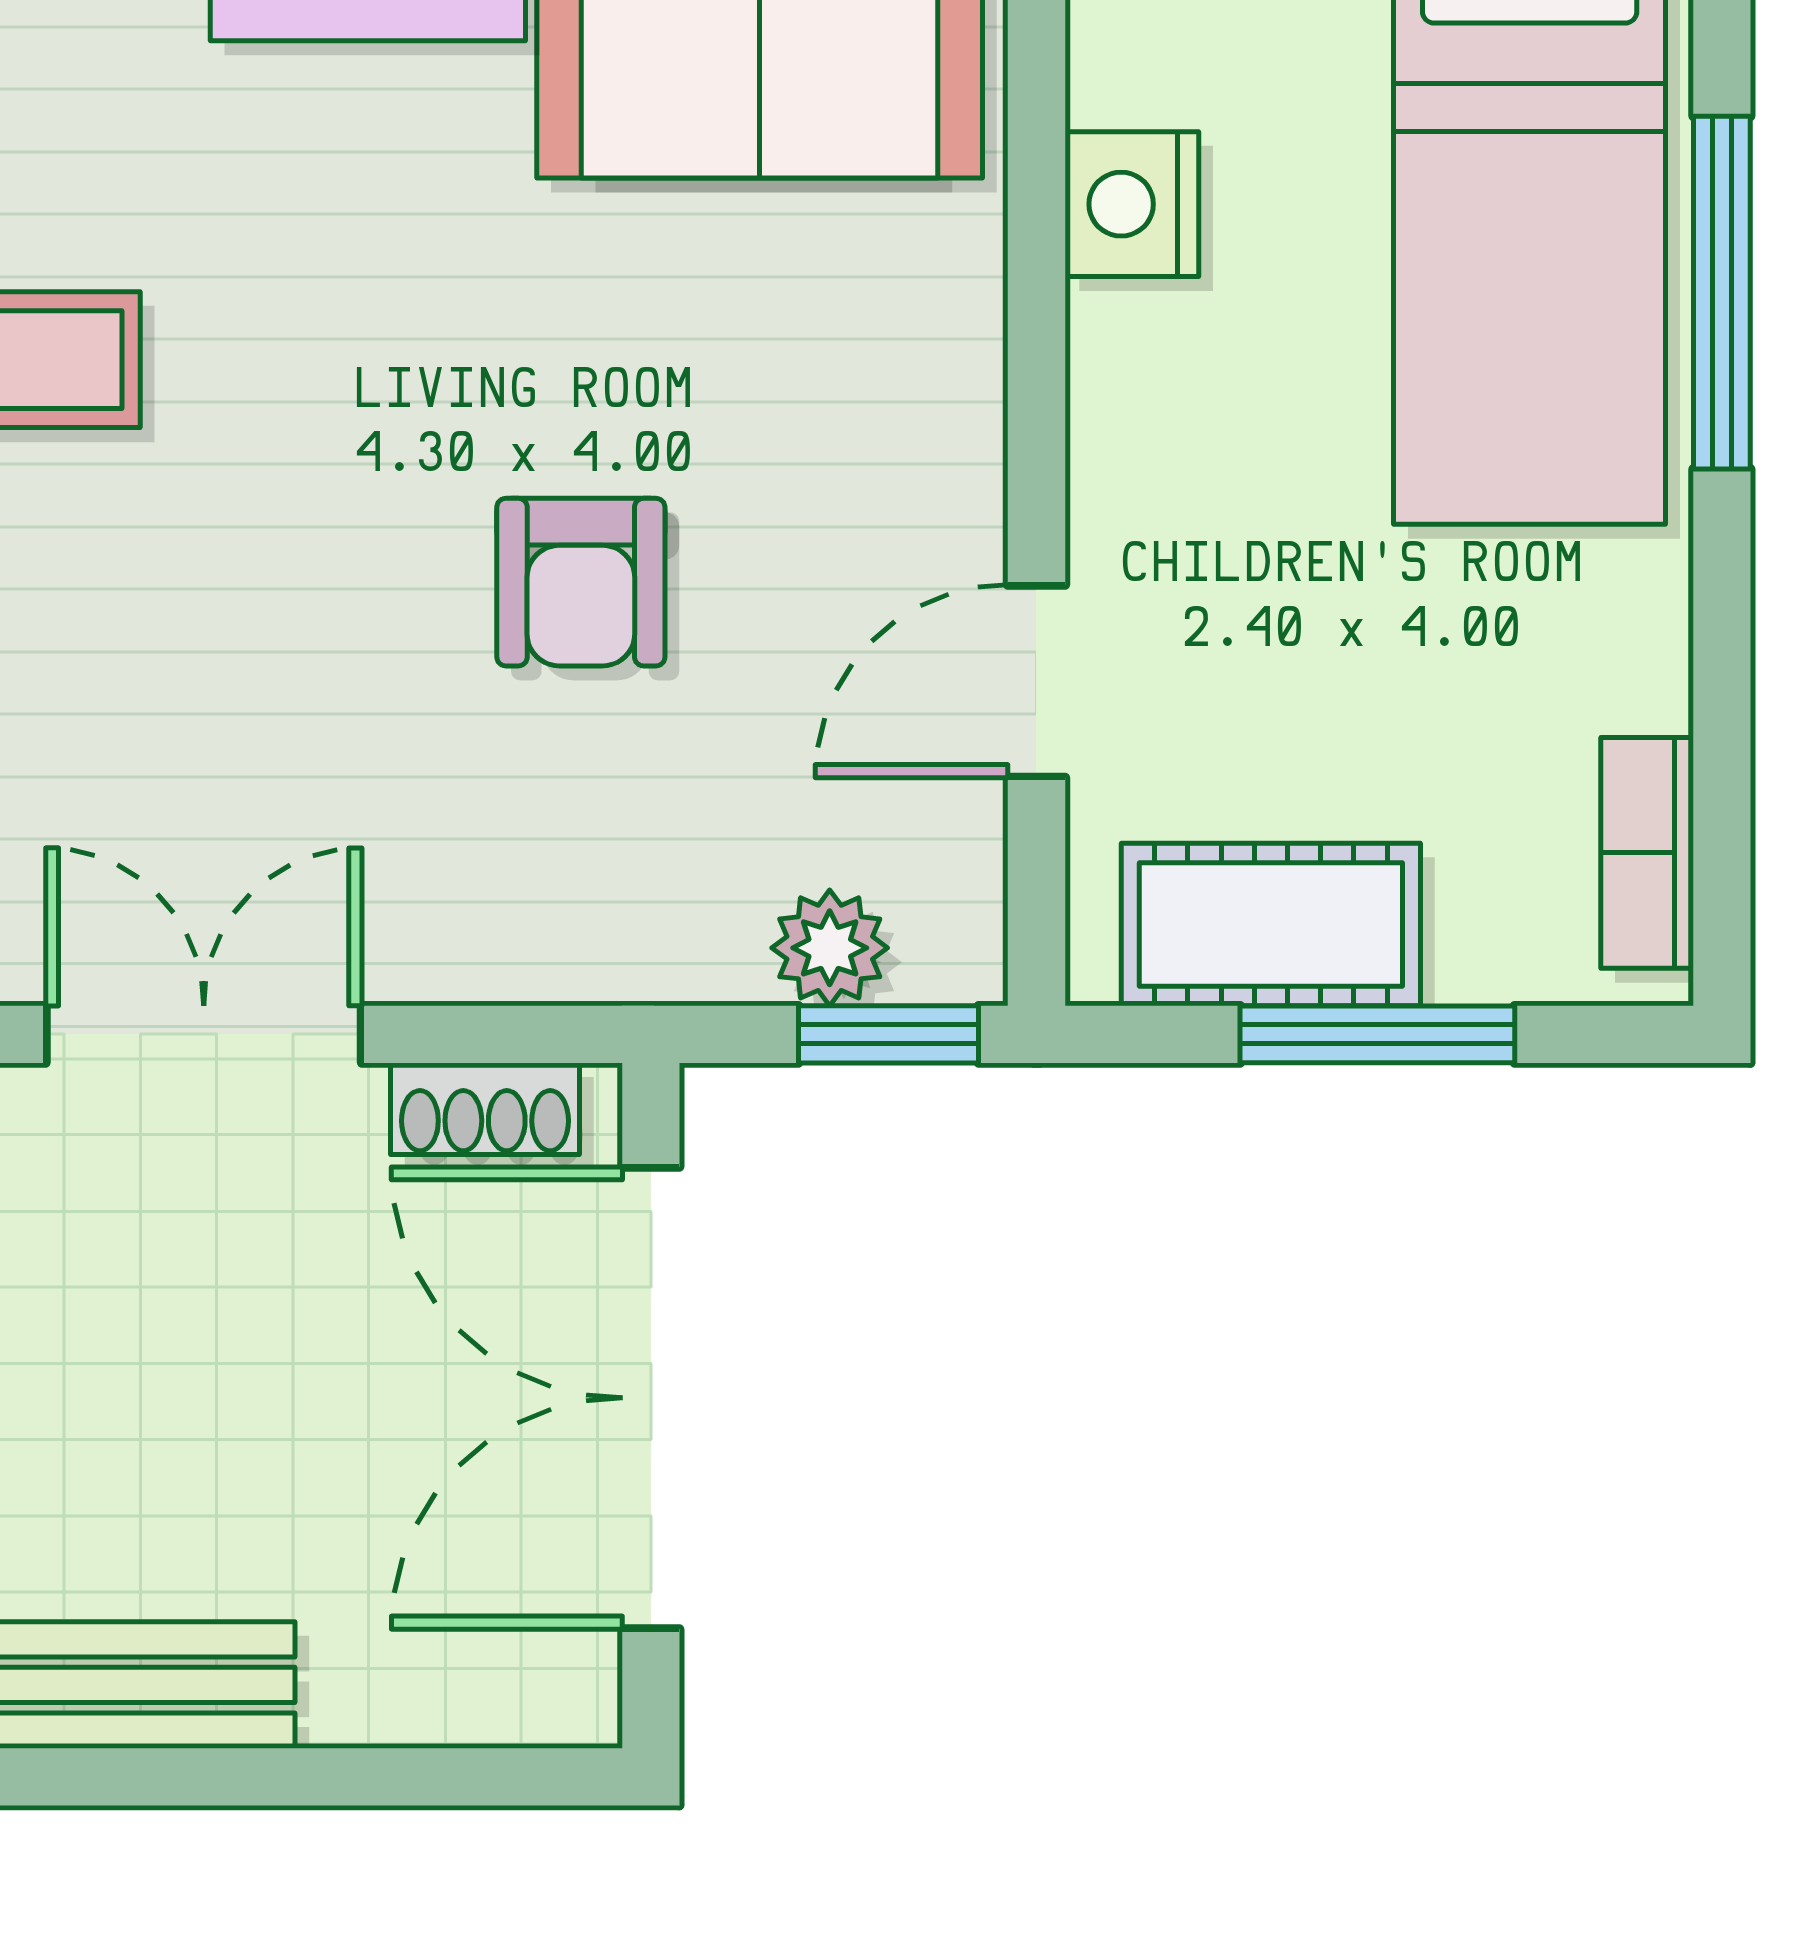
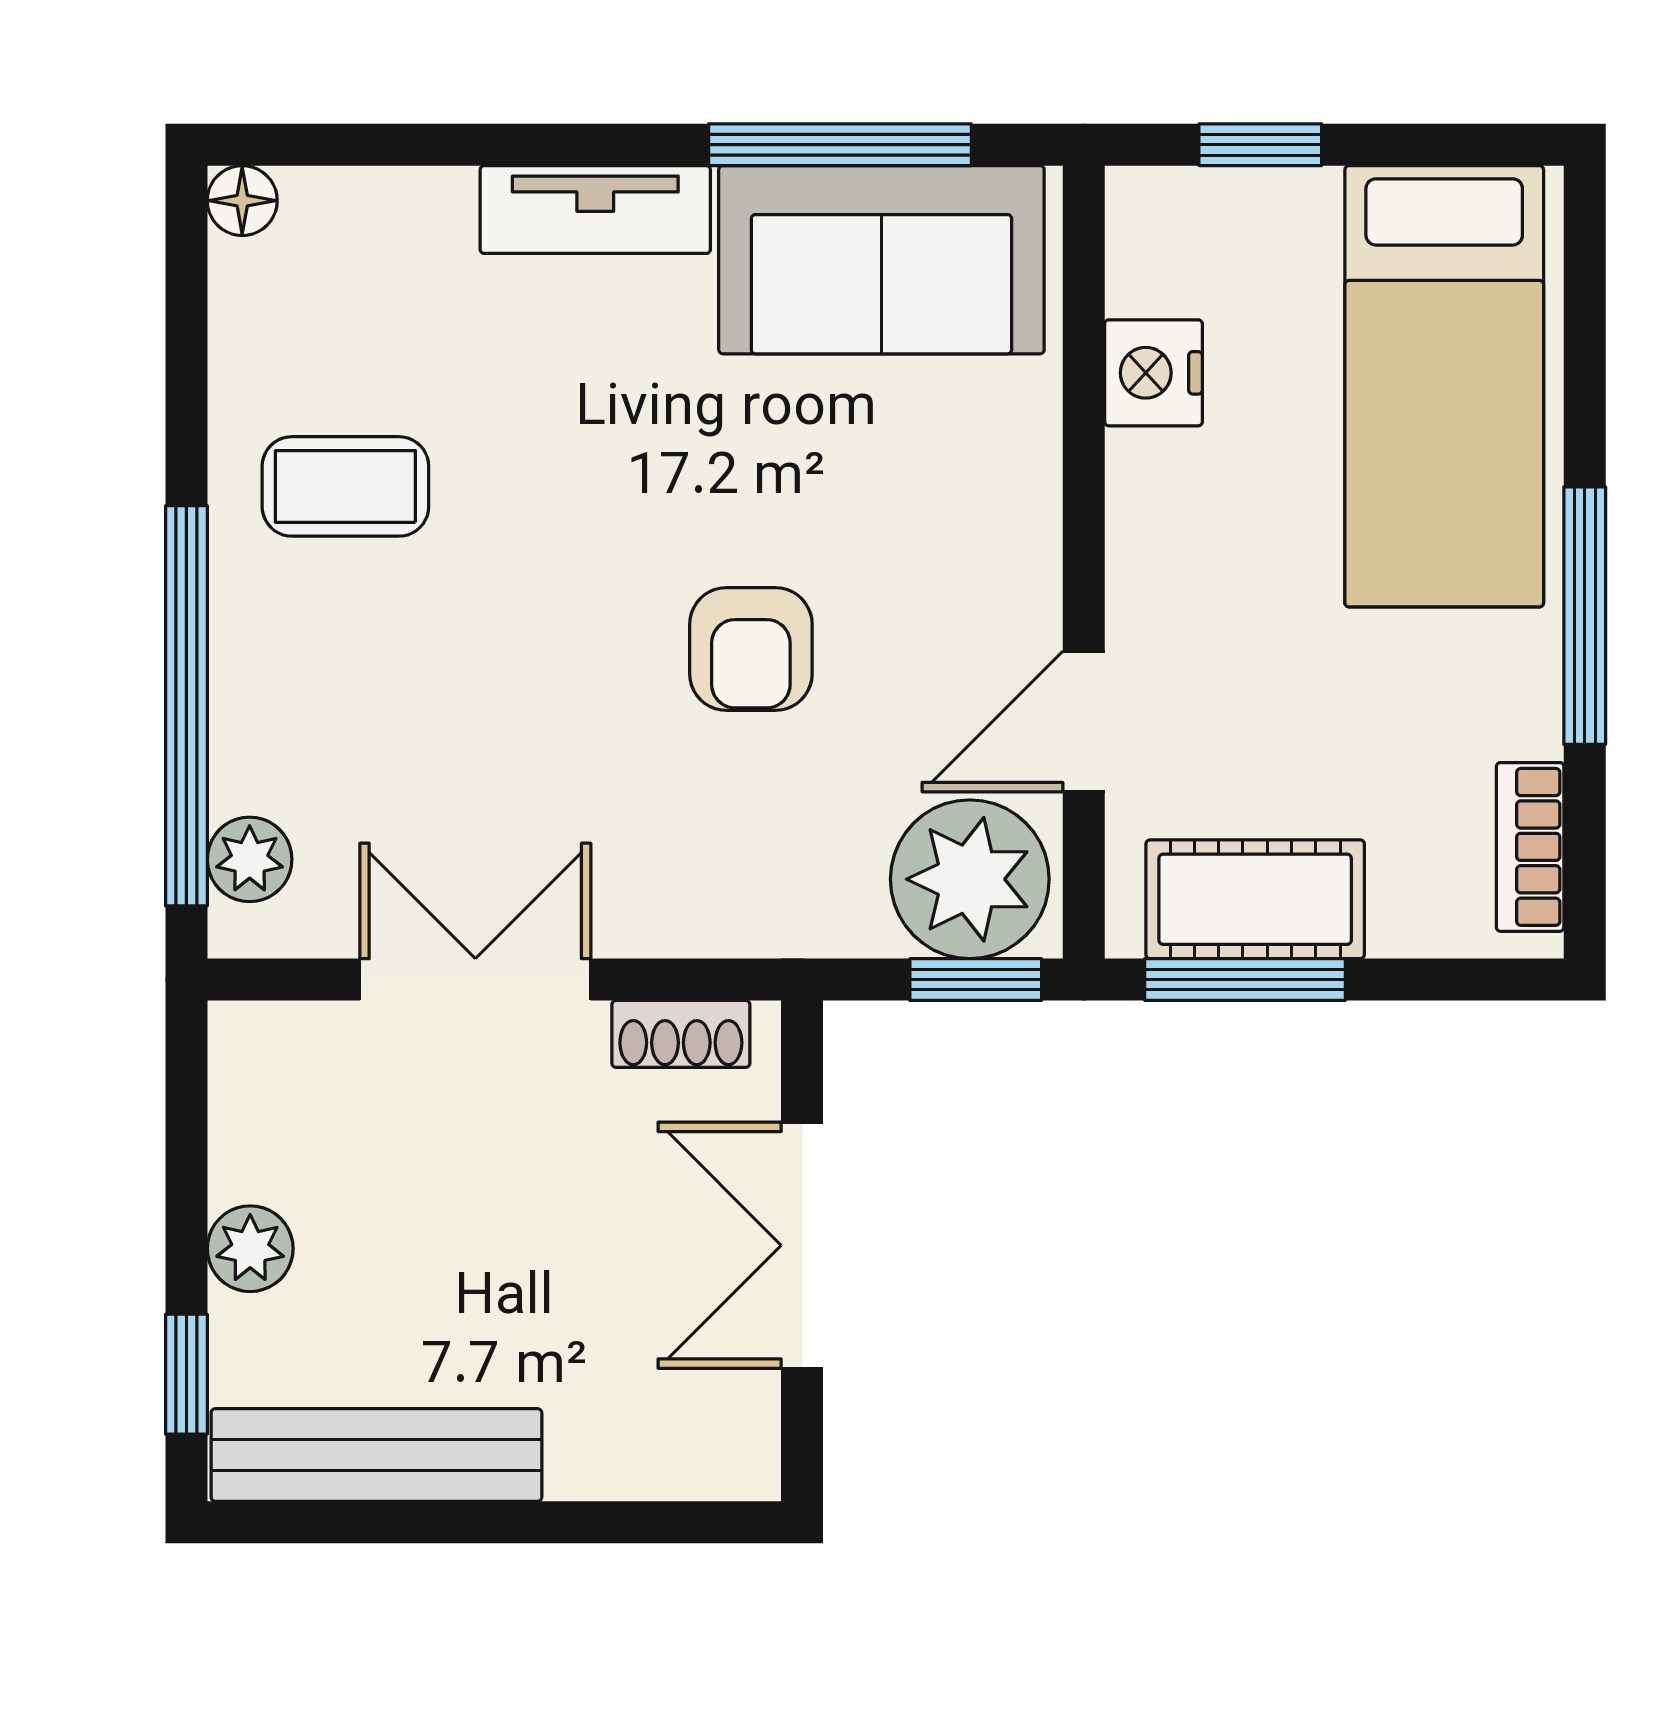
window: (1722, 293) -> (1585, 616), moved
plant: (830, 948) -> (970, 879), width x1.87, depth x1.87
window: (1377, 1034) -> (1245, 980), moved
double door: (651, 1398) -> (802, 1245), width x0.73

